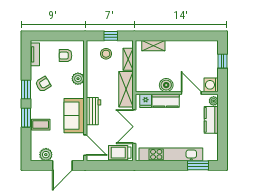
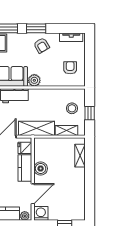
plant: (78, 79) -> (34, 80), moved

